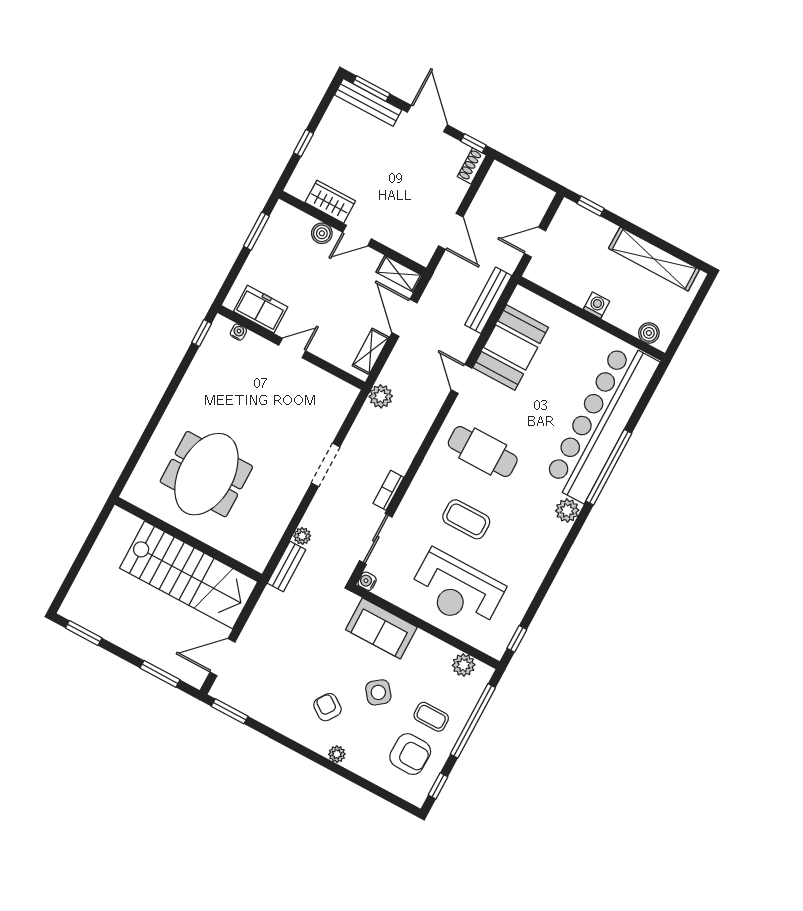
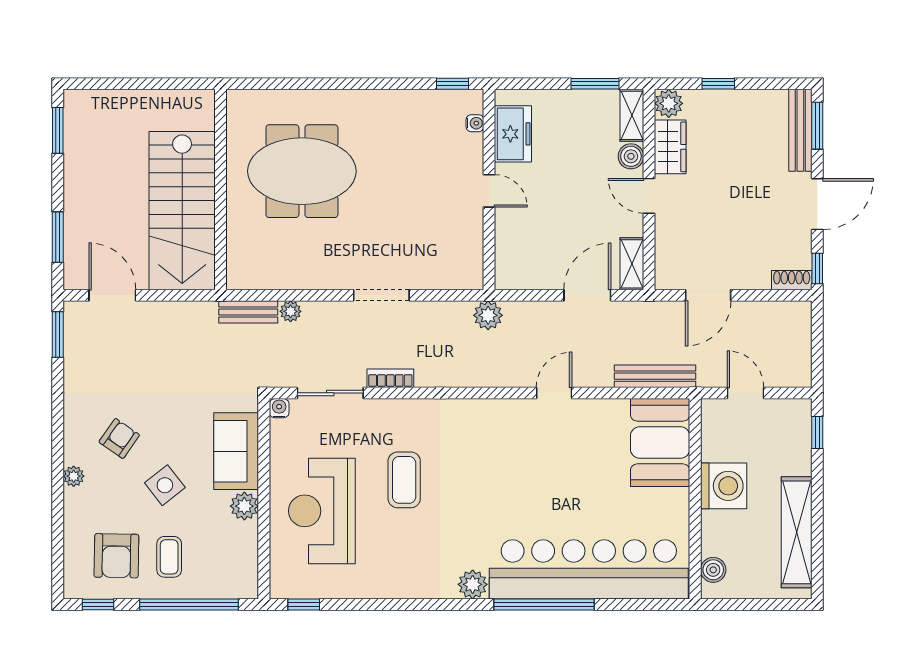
plant: (299, 186) -> (669, 103), added
washing machine: (596, 305) -> (724, 486), width x1.89, depth x1.89
booth: (511, 347) -> (660, 443), moved, turned 90
shelving: (371, 351) -> (632, 115), moved, turned 90
cafe table: (483, 452) -> (487, 458), removed
plant: (464, 665) -> (244, 506), moved

